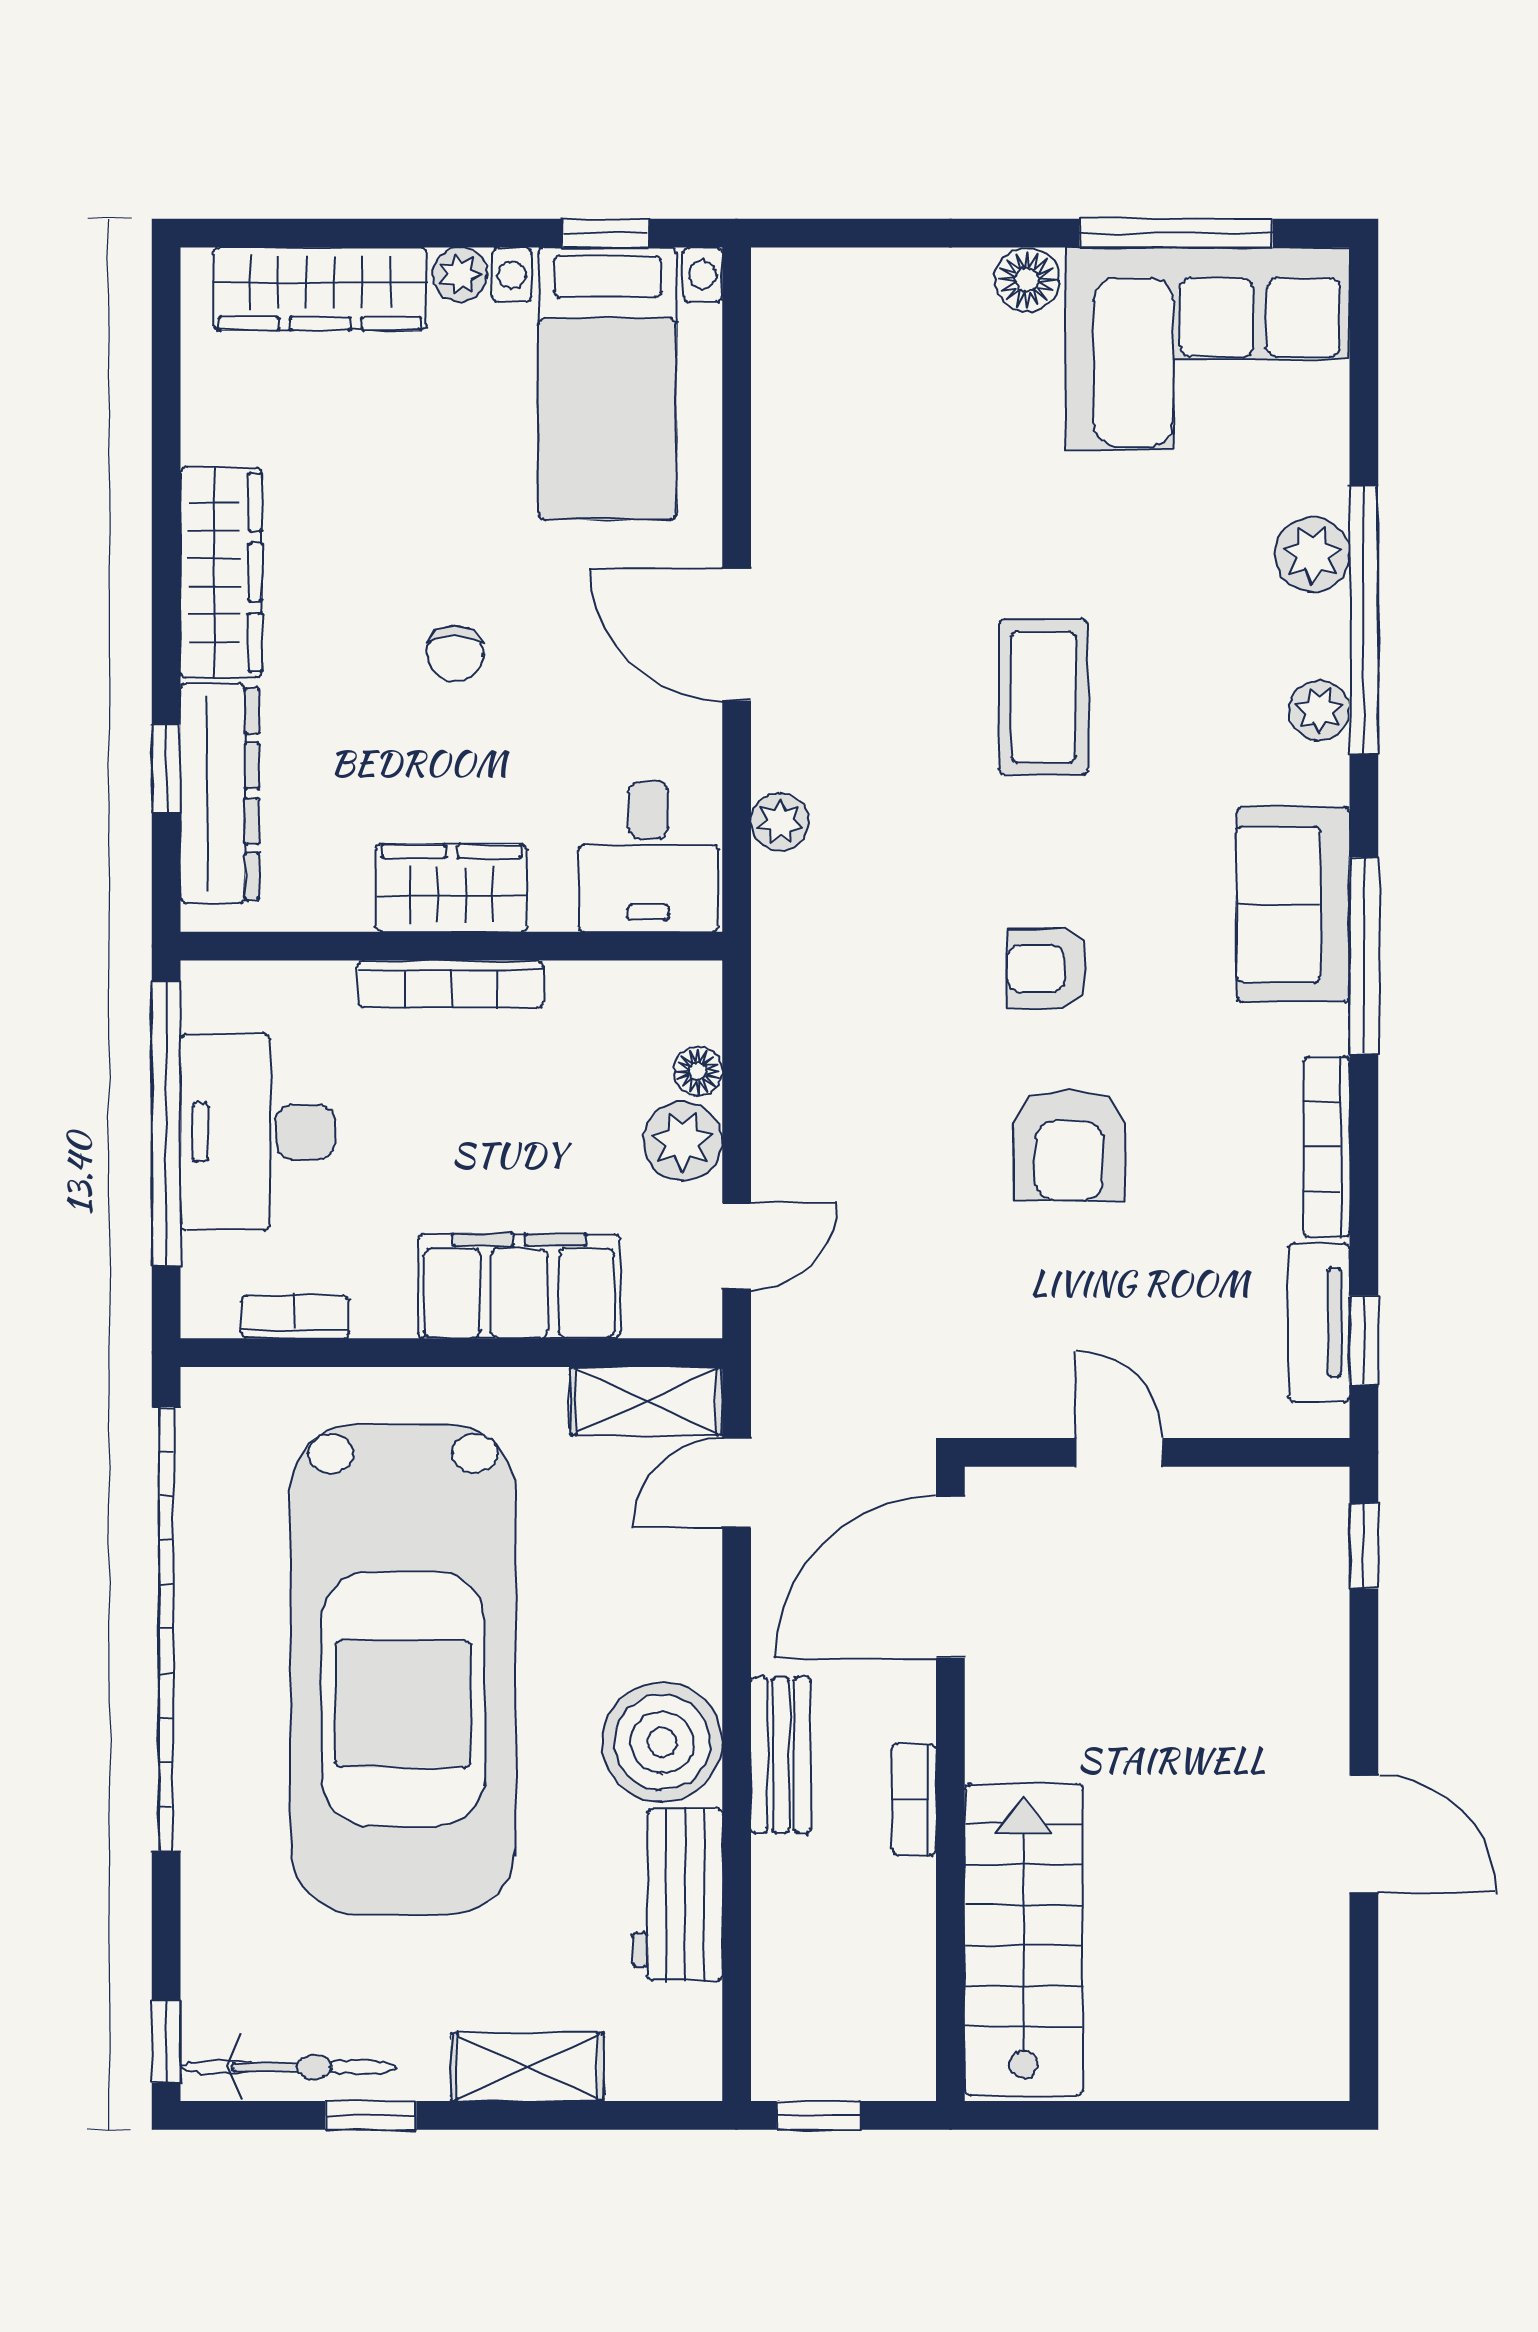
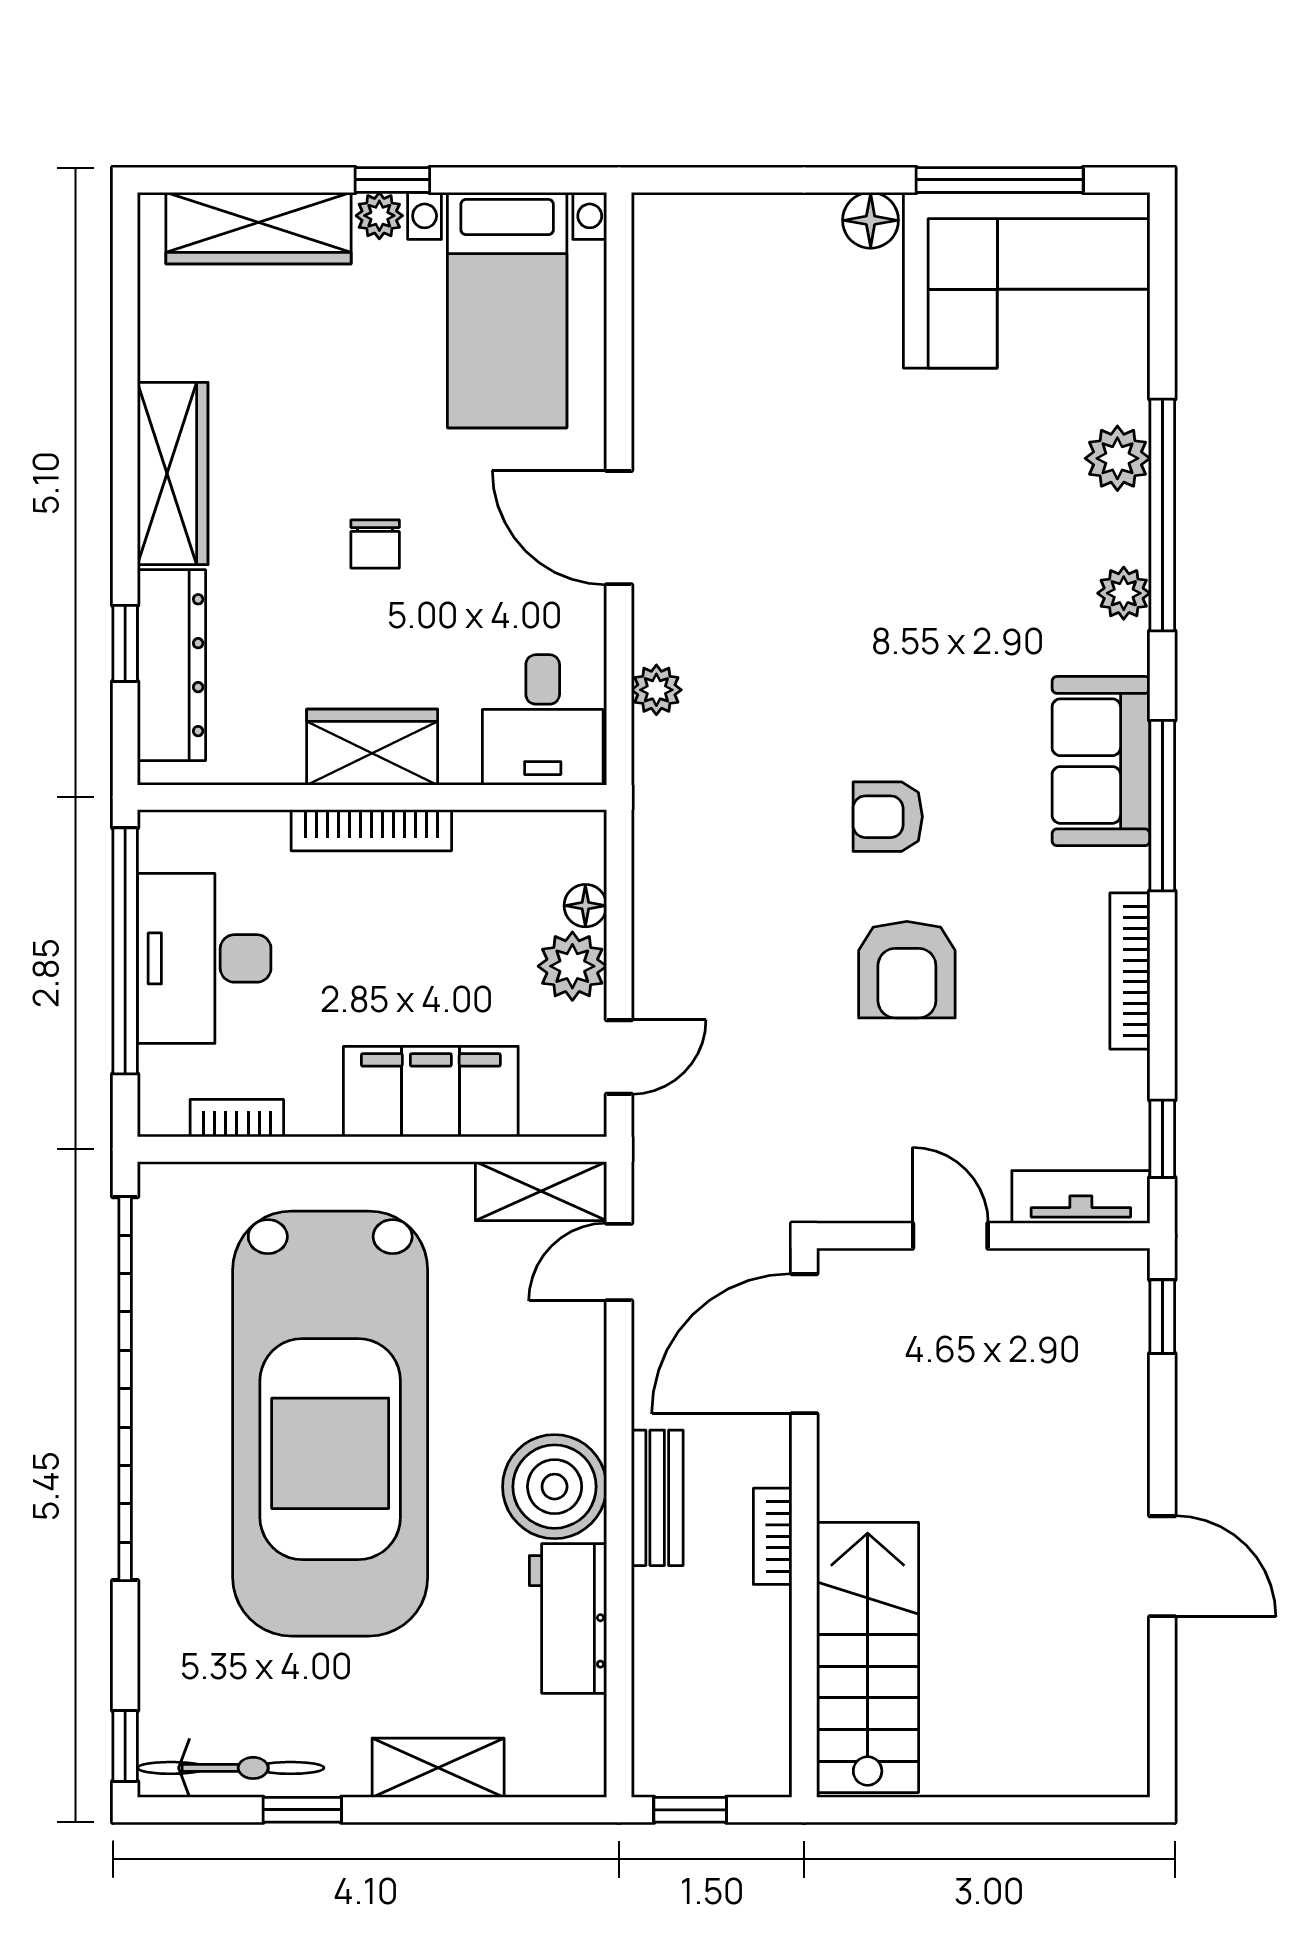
window: (605, 233) -> (392, 180), moved
coffee table: (1043, 697) -> (885, 582), removed
tv unit: (1319, 1322) -> (1081, 1197), moved, turned 90

